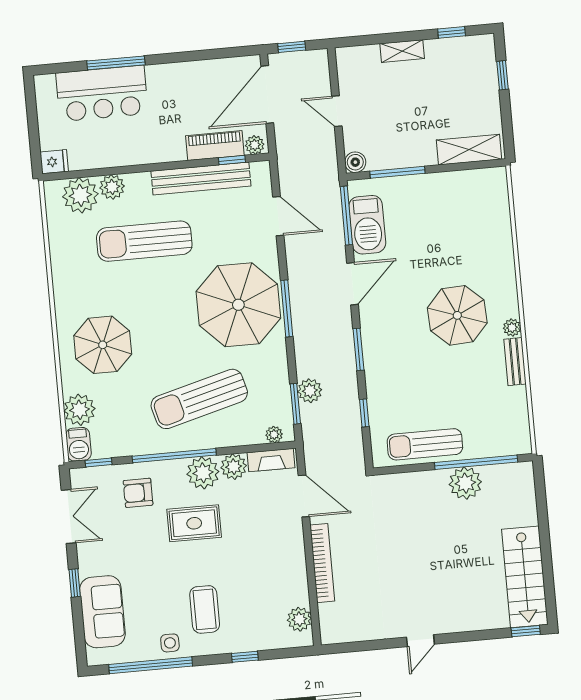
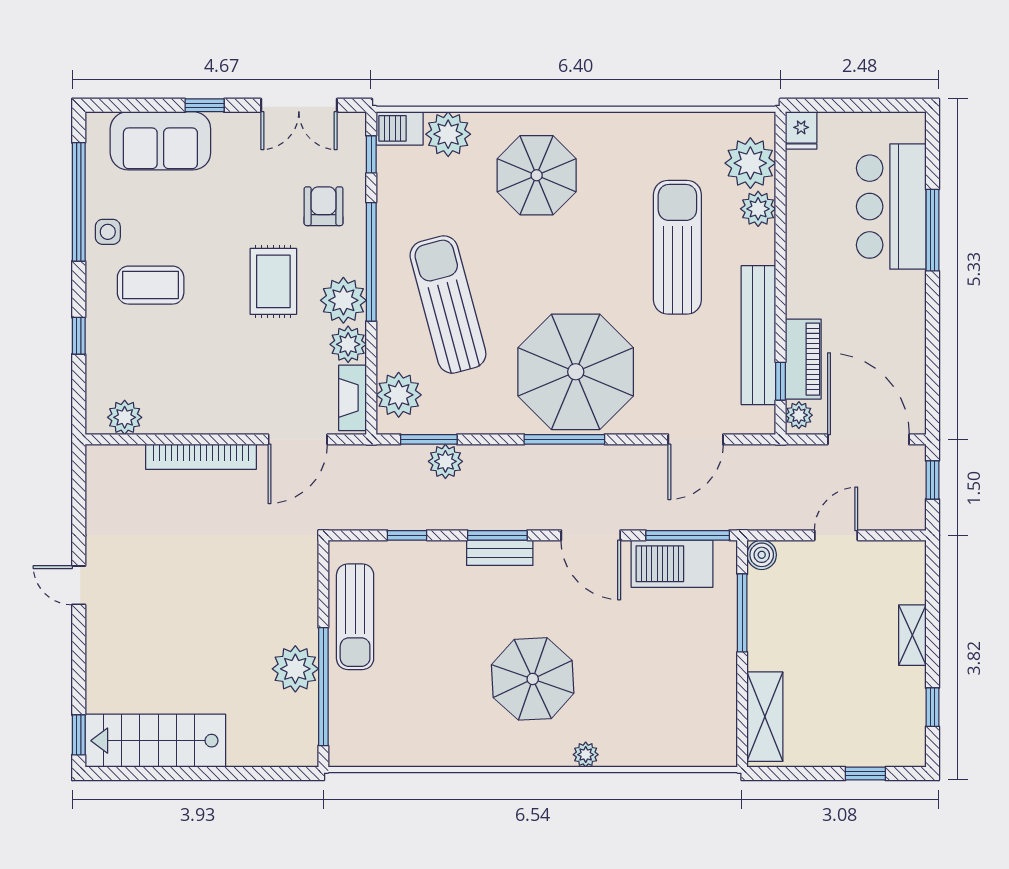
plant: (512, 328) -> (586, 755), moved
bench: (515, 362) -> (500, 553), moved
plant: (274, 435) -> (399, 395), width x1.88, depth x1.88
sun lounger: (425, 444) -> (355, 617), turned 180

